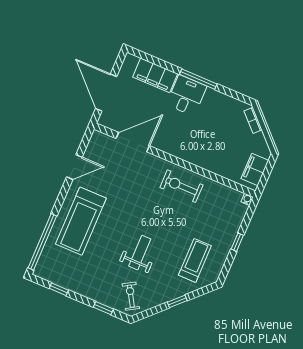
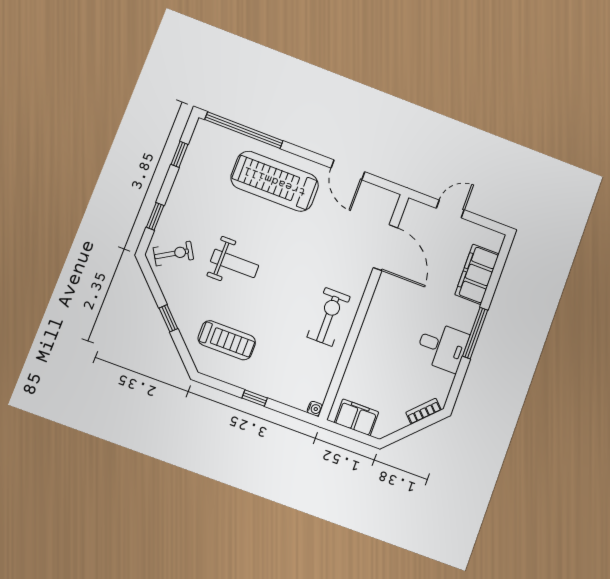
door: (106, 93) -> (450, 209), width x0.53
desk: (186, 95) -> (442, 347), moved

